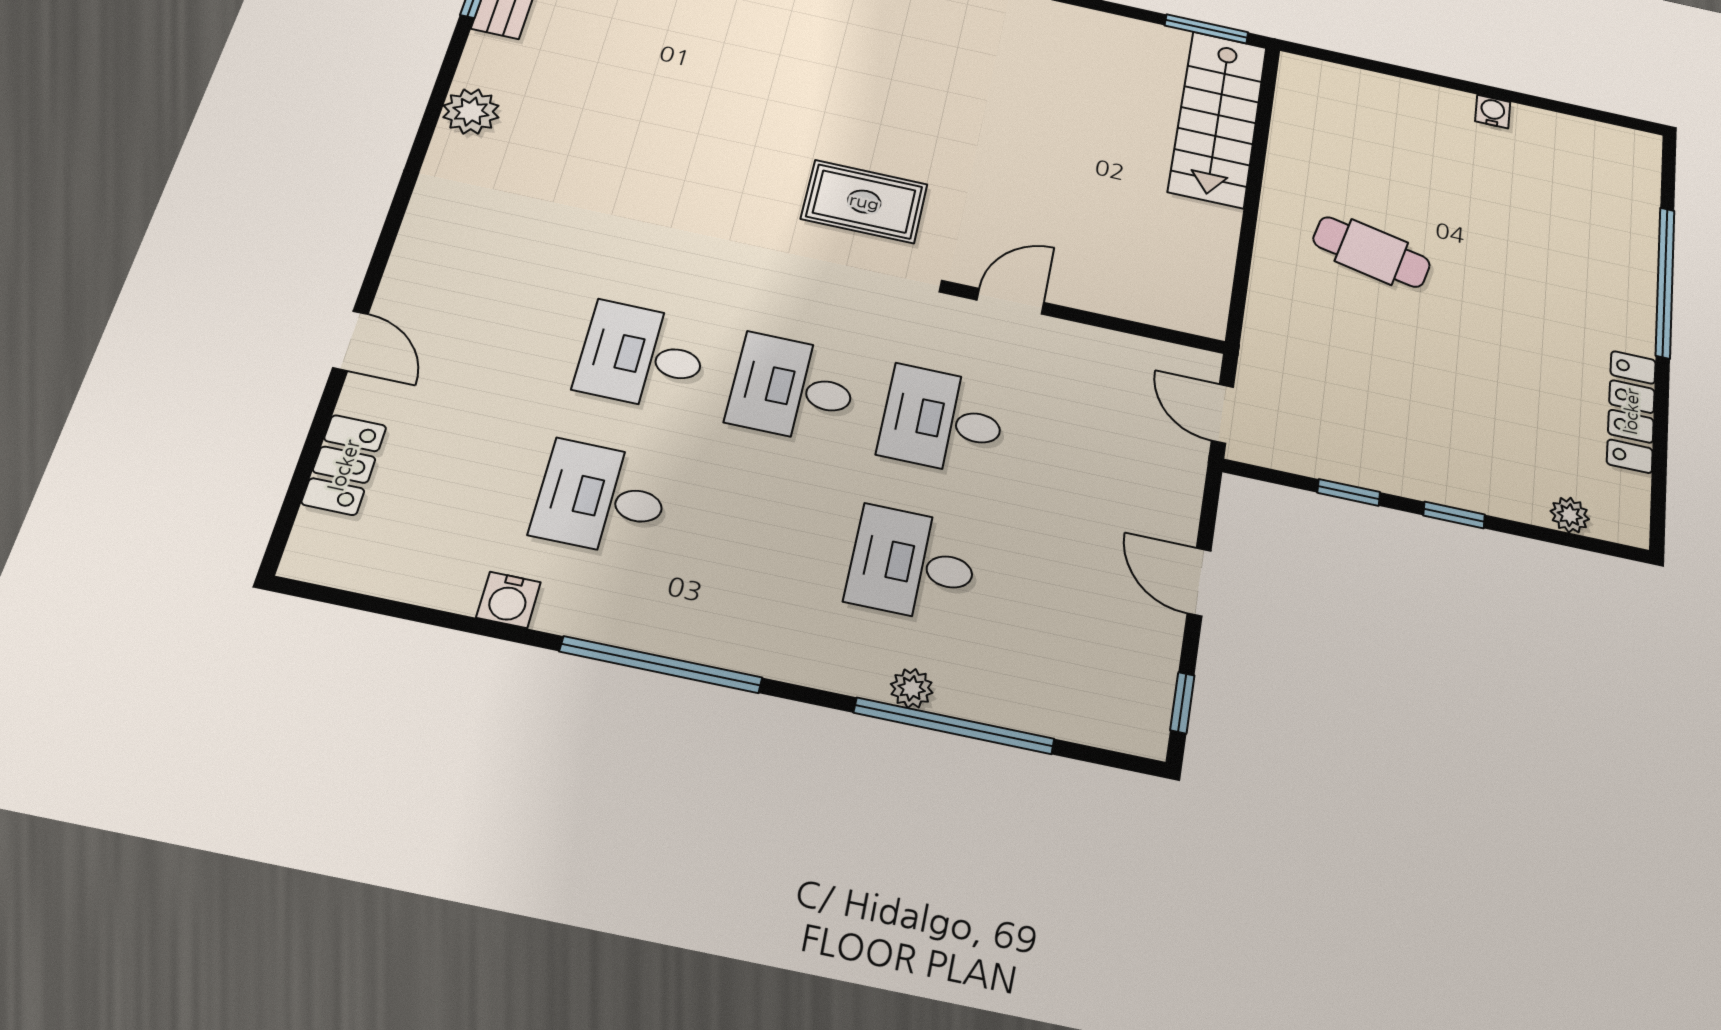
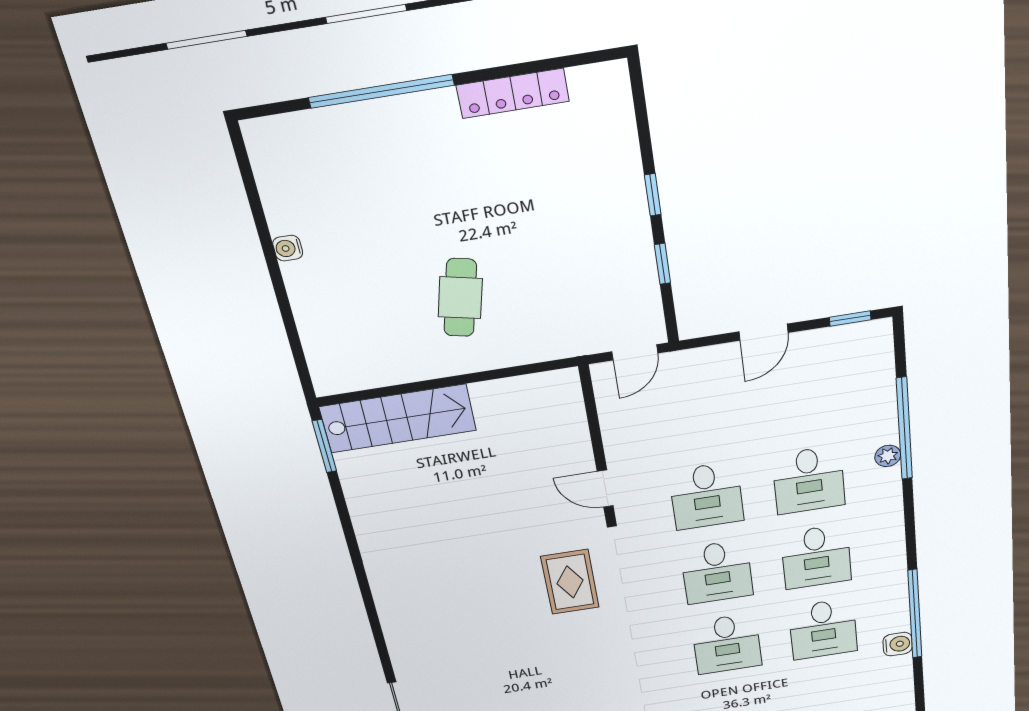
plant: (1570, 515) -> (621, 119), removed
desk: (758, 531) -> (816, 557), added
window: (661, 665) -> (915, 614), moved

